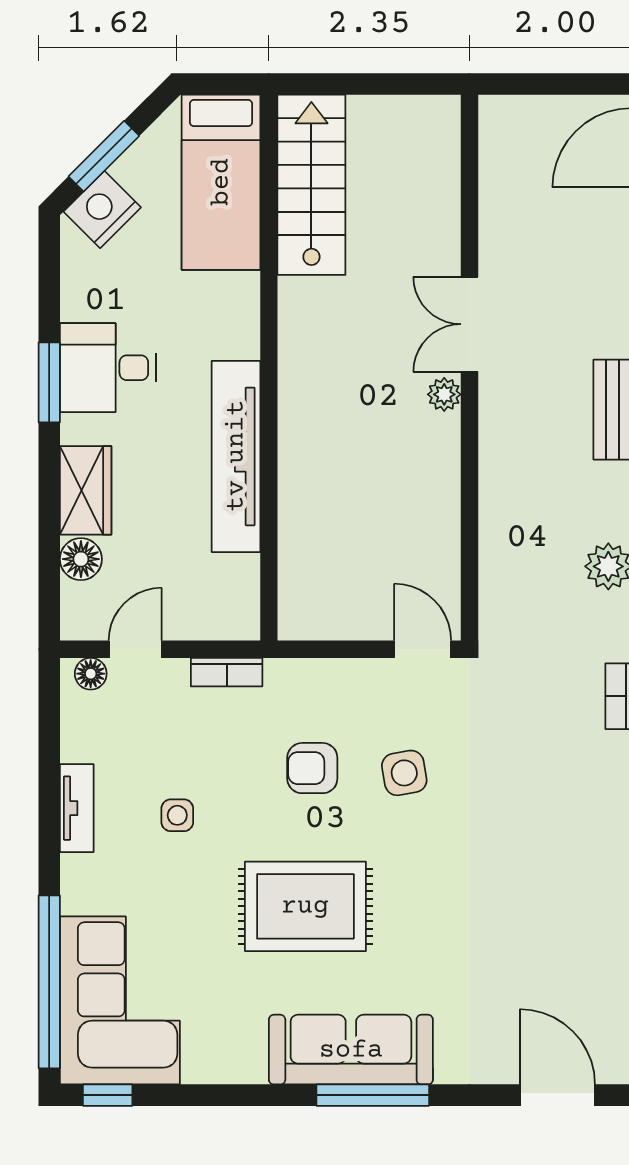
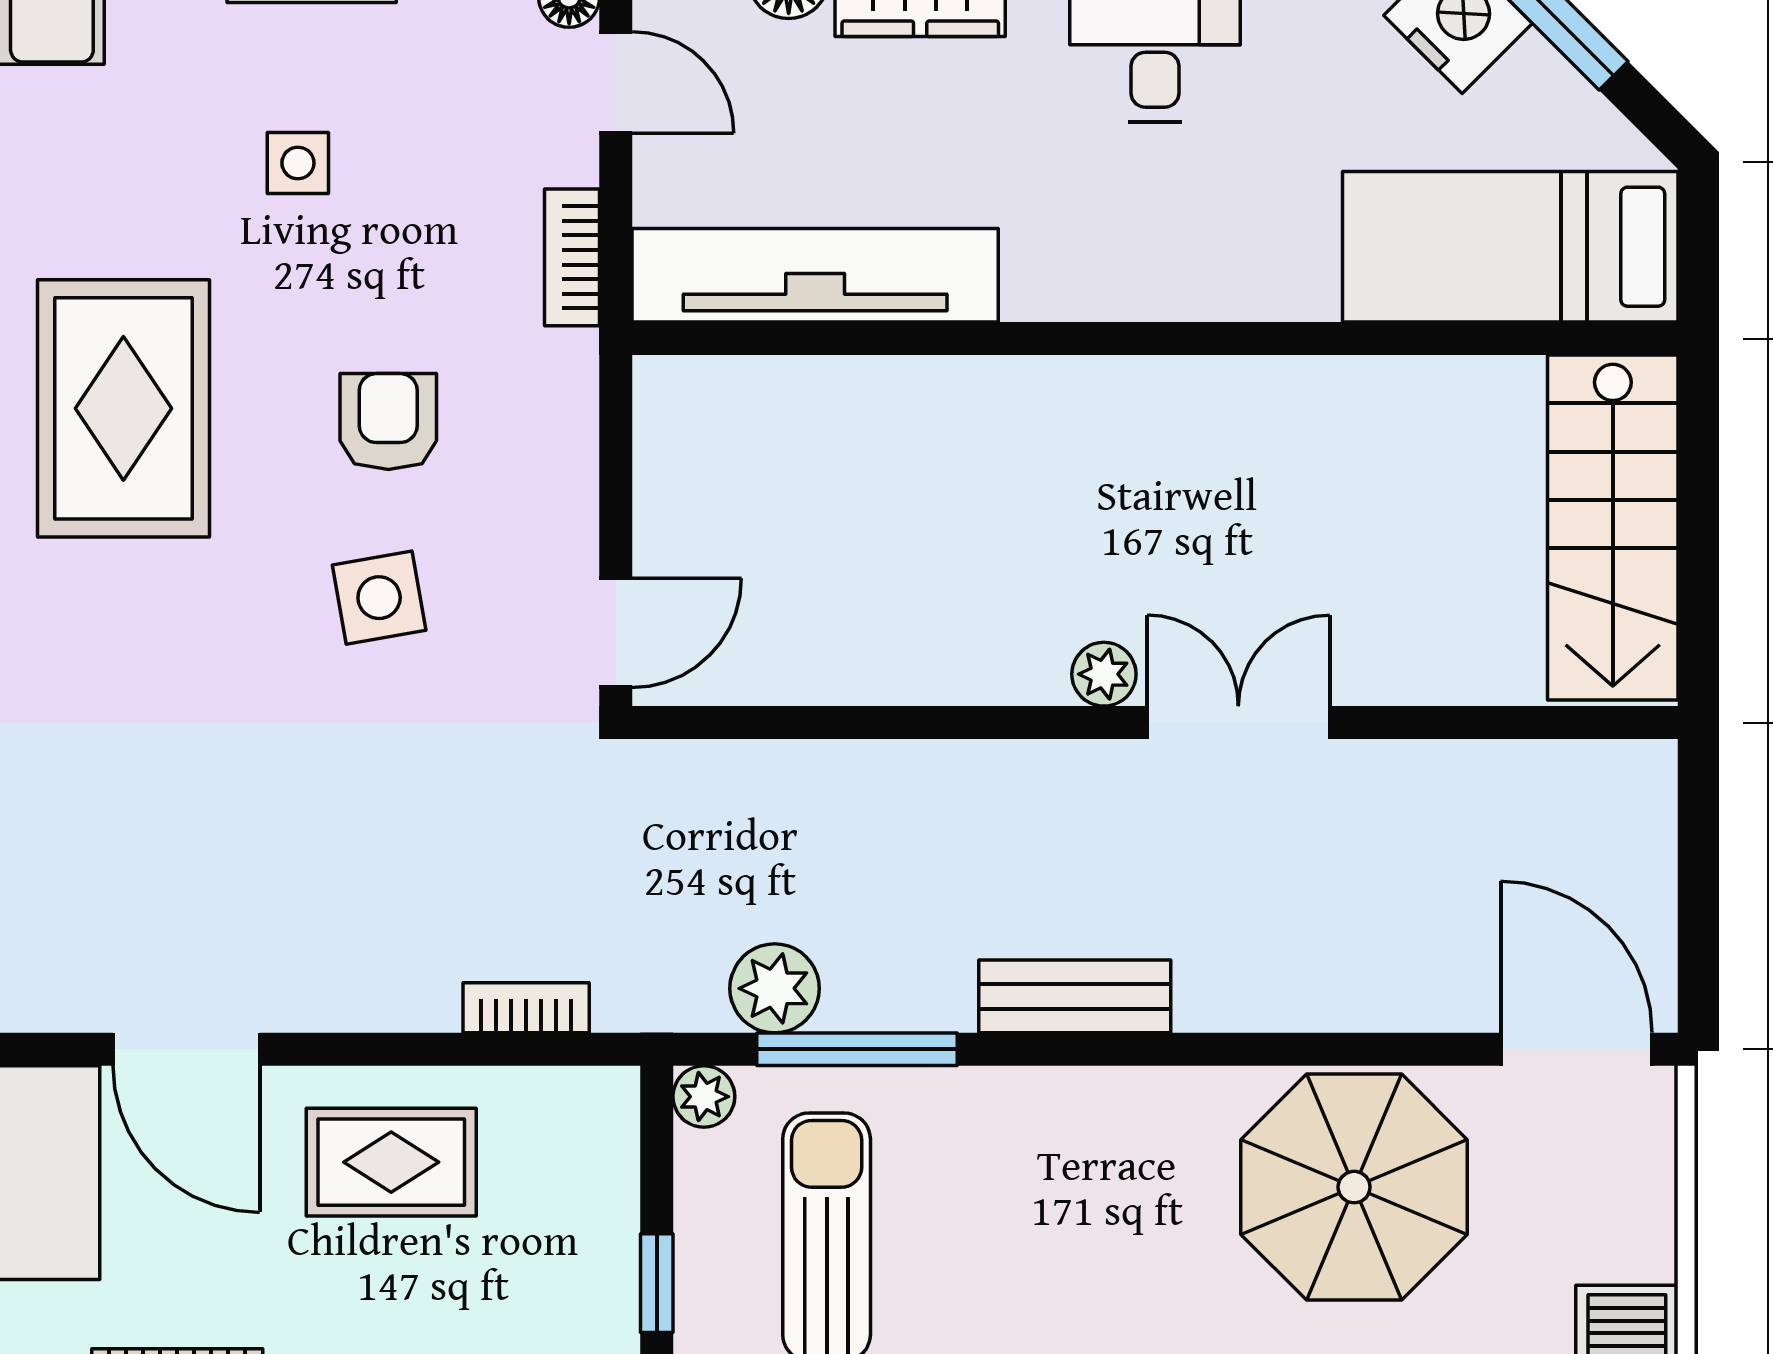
stairs: (311, 185) -> (1613, 527), moved, turned 90
tv unit: (236, 456) -> (815, 275), moved

